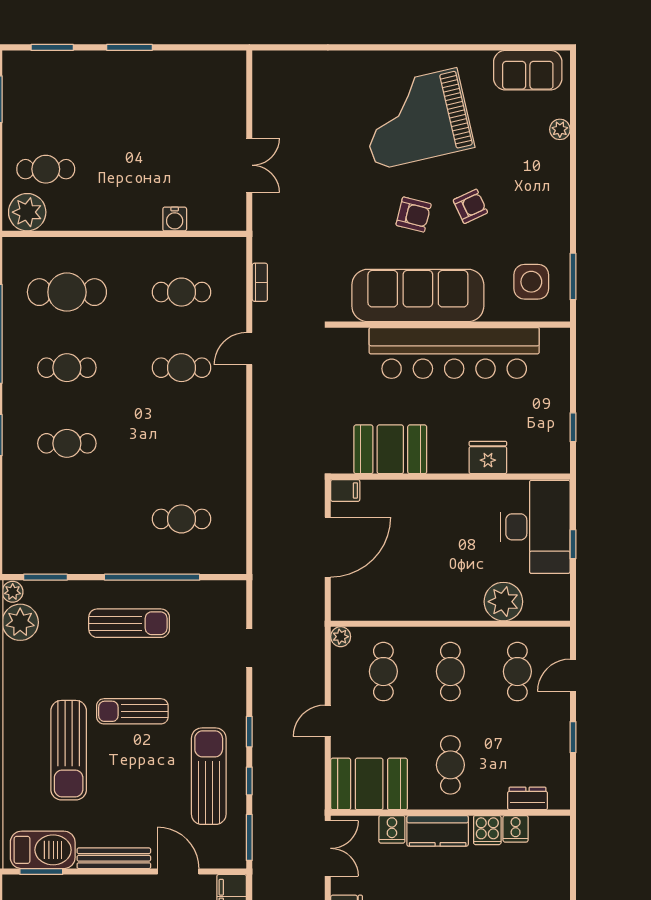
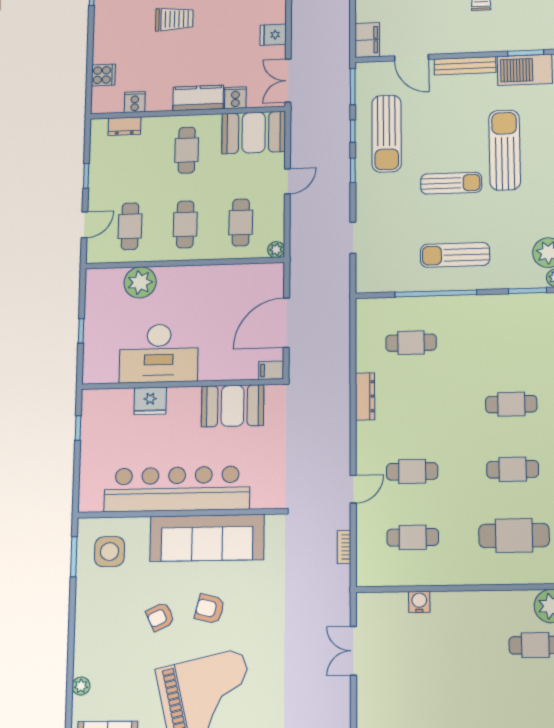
dresser: (235, 457) -> (365, 396), added
desk: (535, 527) -> (159, 353), moved, turned -90
cooker: (487, 830) -> (103, 75), moved, turned 90

